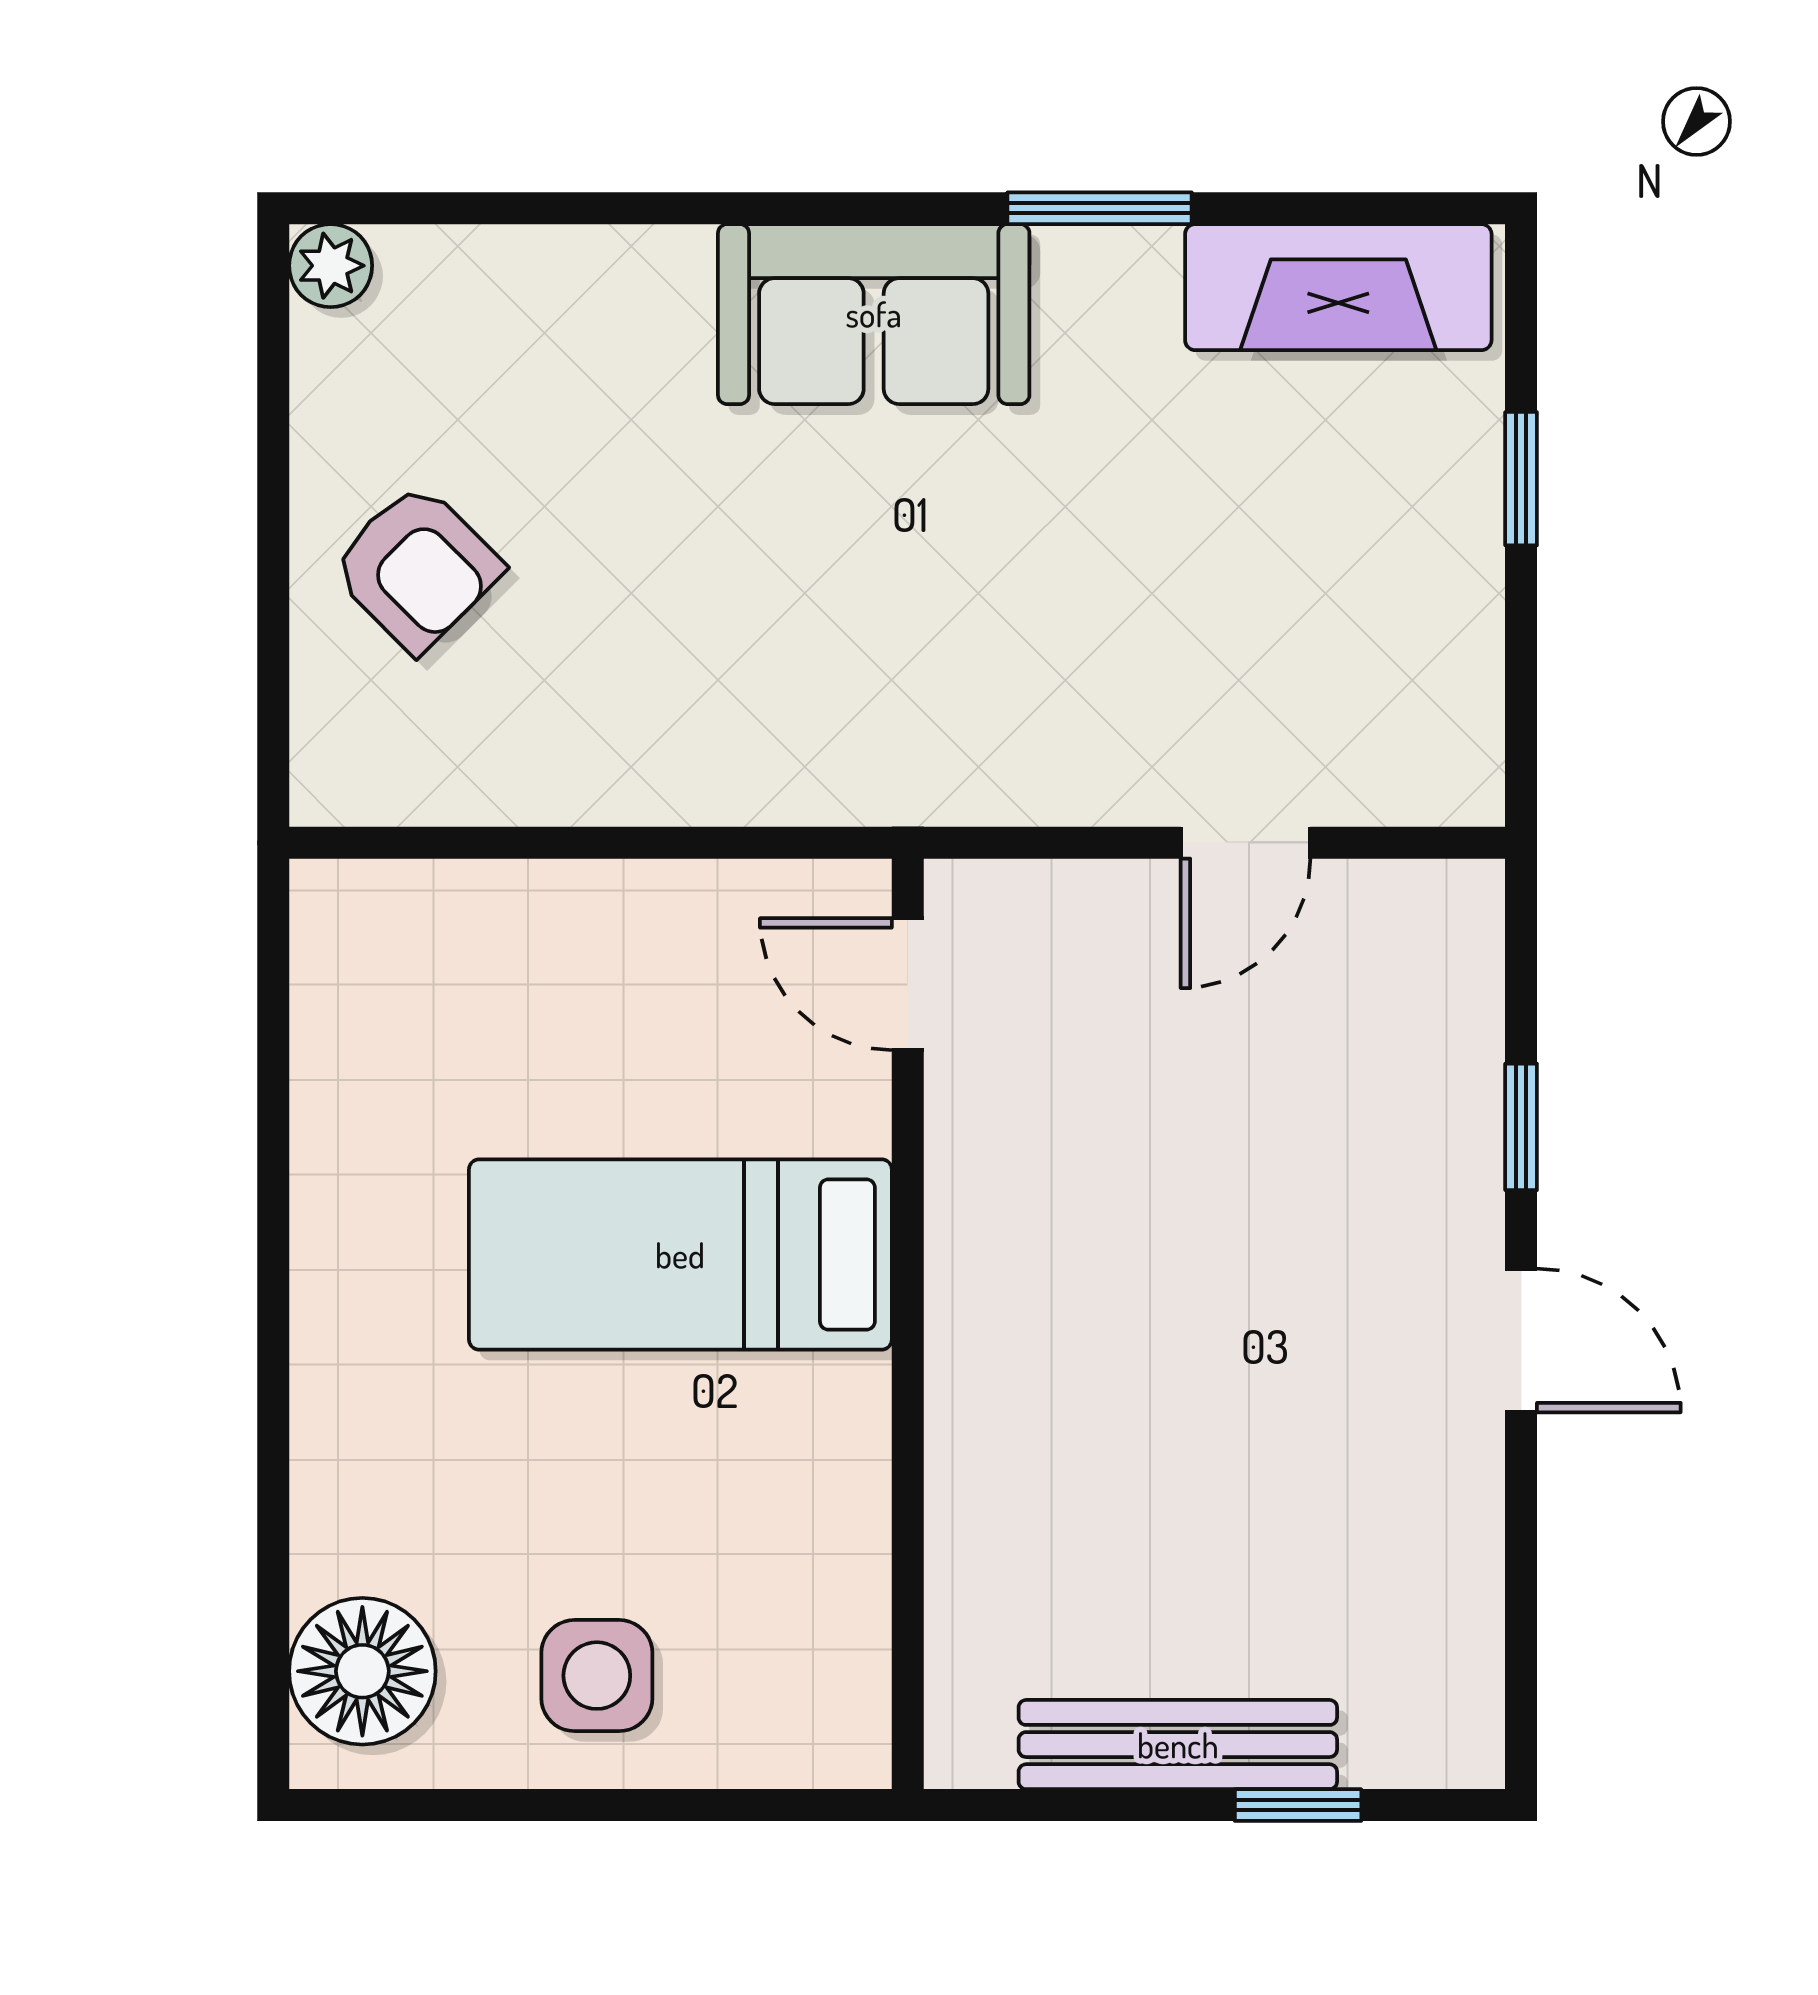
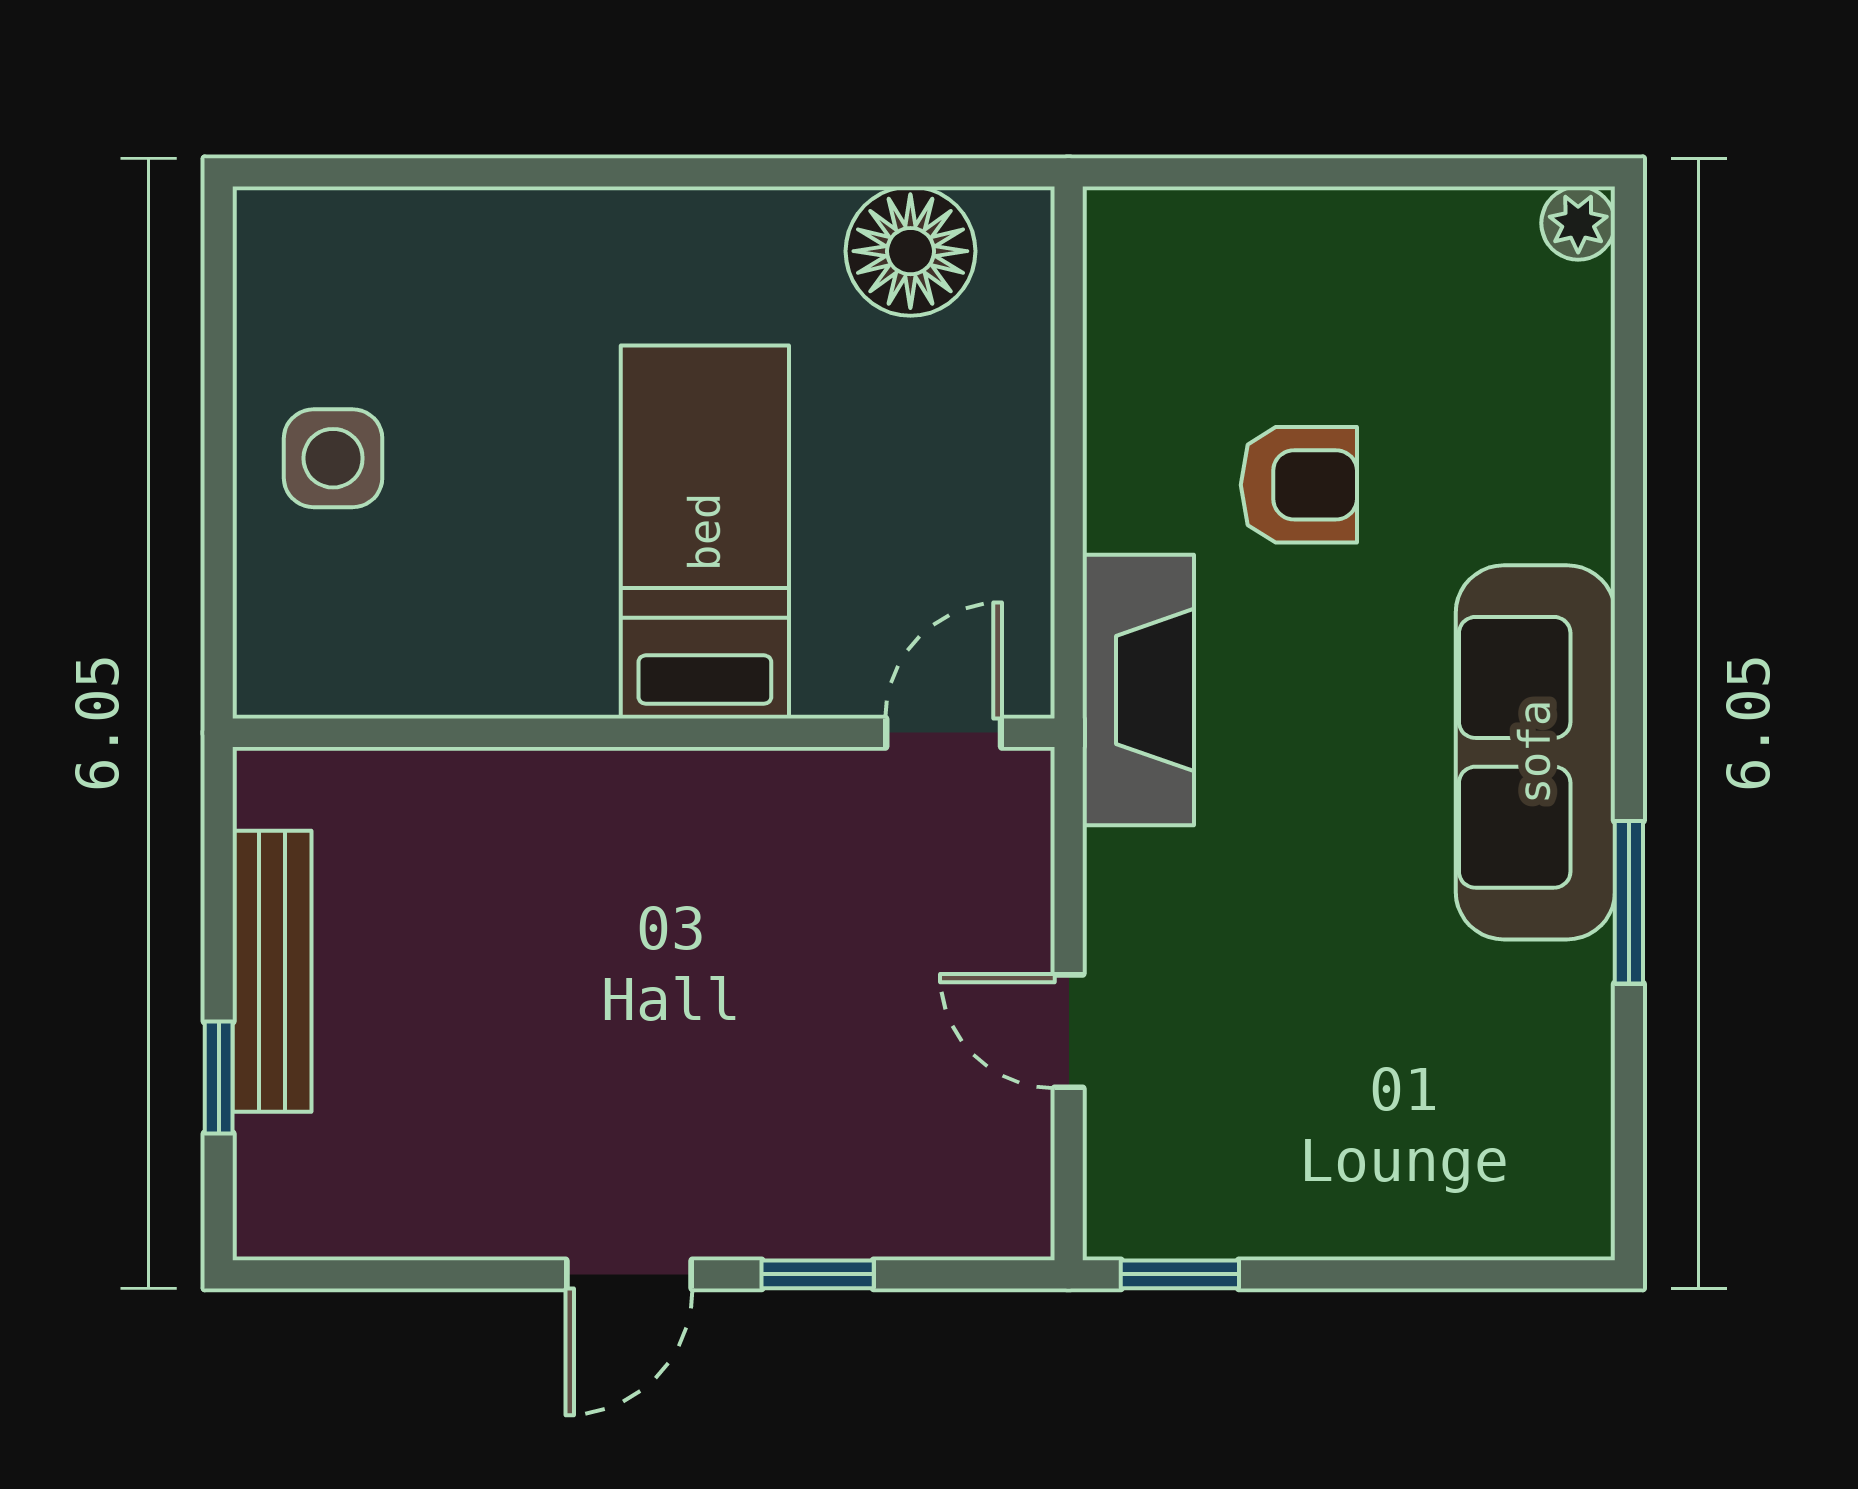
fireplace: (1338, 287) -> (1138, 690), moved, turned 180
sofa: (874, 314) -> (1535, 752), width x1.36
window: (1521, 479) -> (1180, 1274), moved
armchair: (416, 568) -> (1299, 485), moved, turned -135
floor lamp: (362, 1671) -> (910, 251), moved

